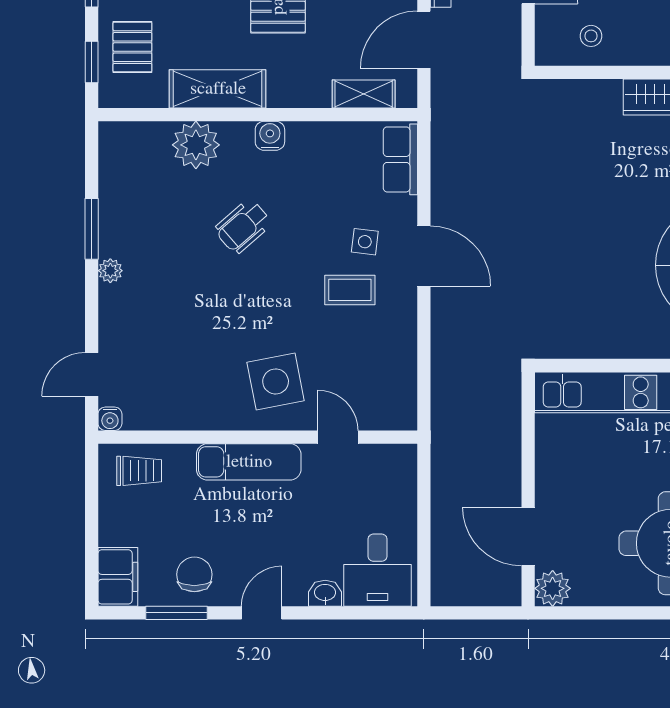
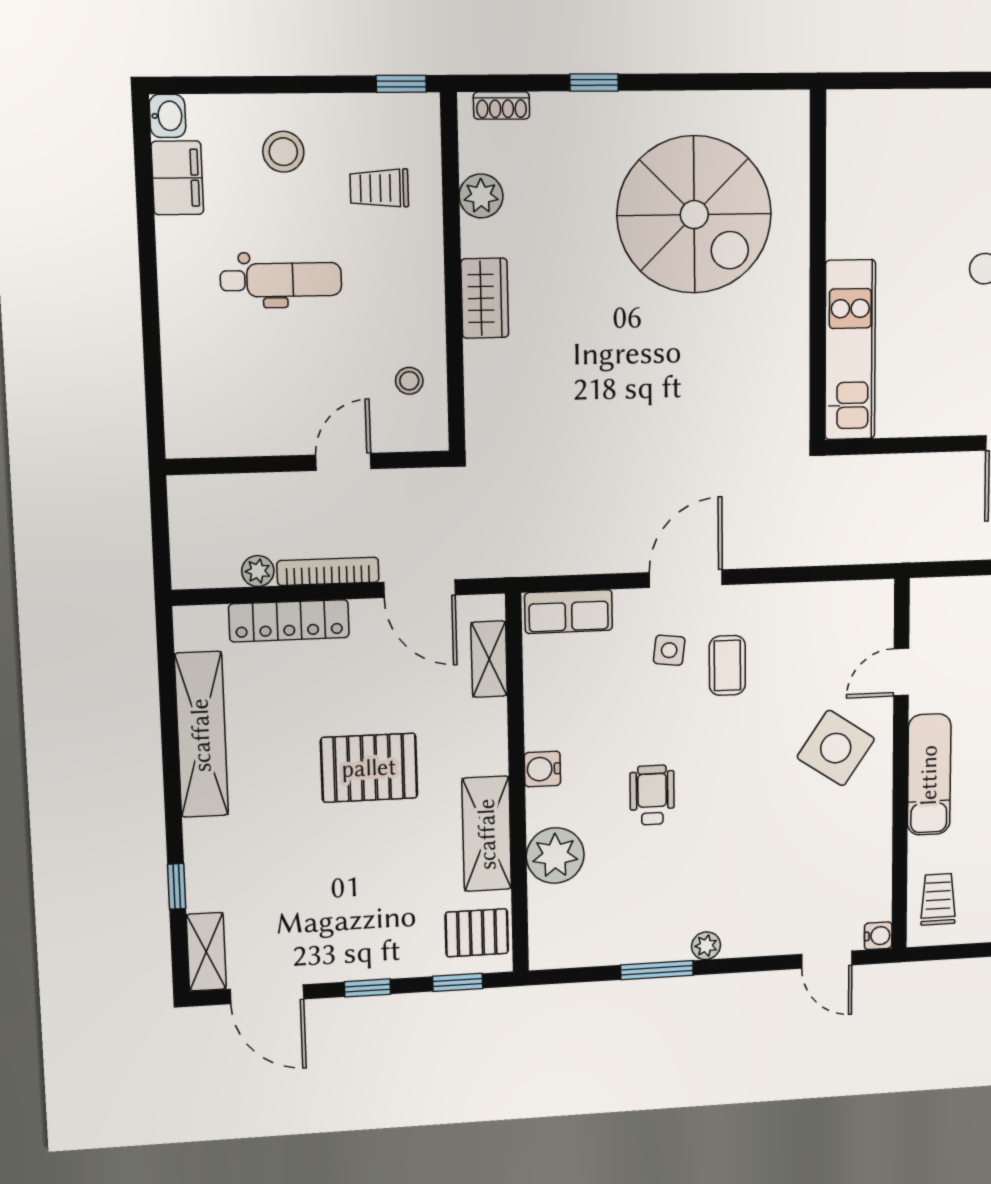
pallet: (132, 47) -> (477, 933), moved
wheelchair: (243, 226) -> (652, 795), turned -139
side table: (276, 381) -> (836, 748), turned 45

